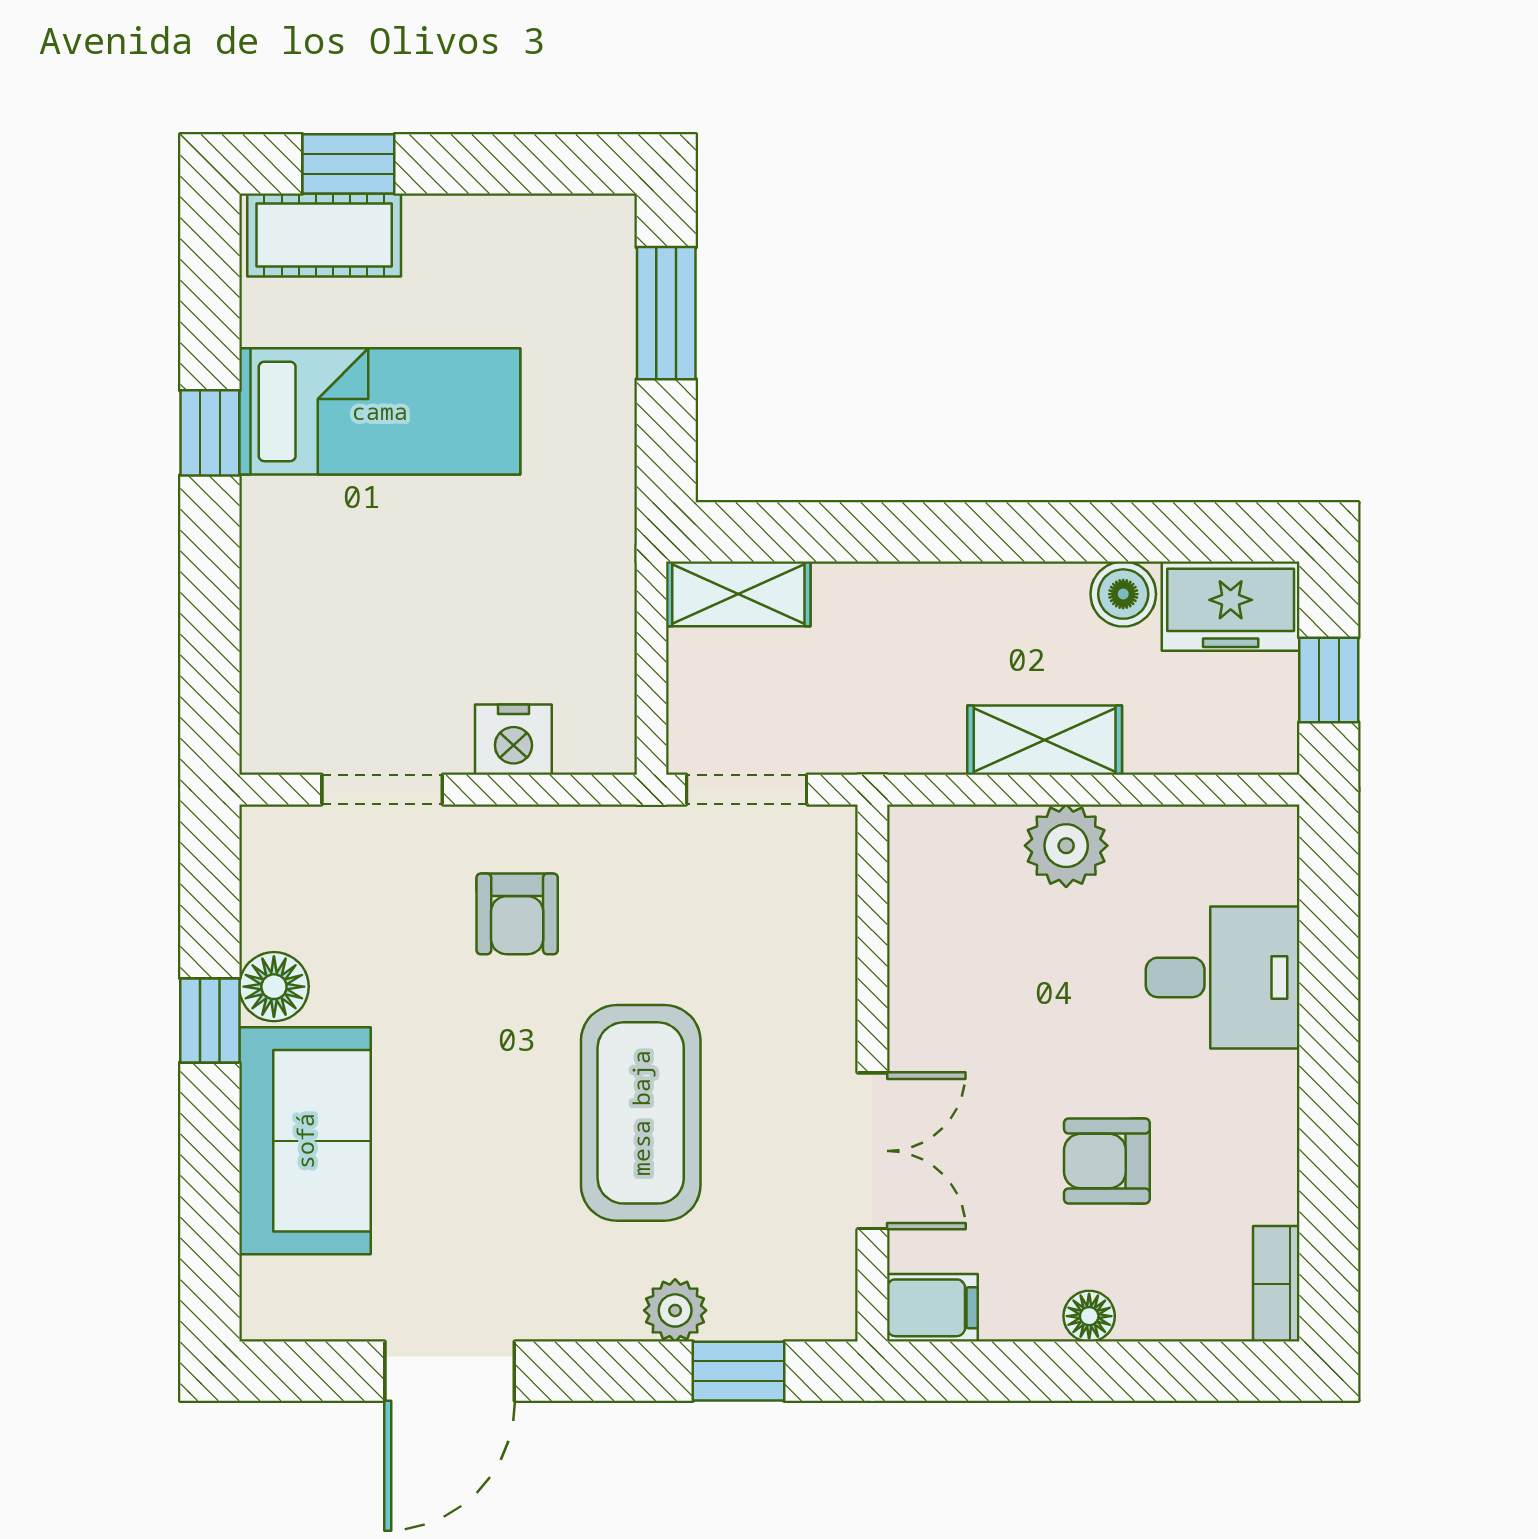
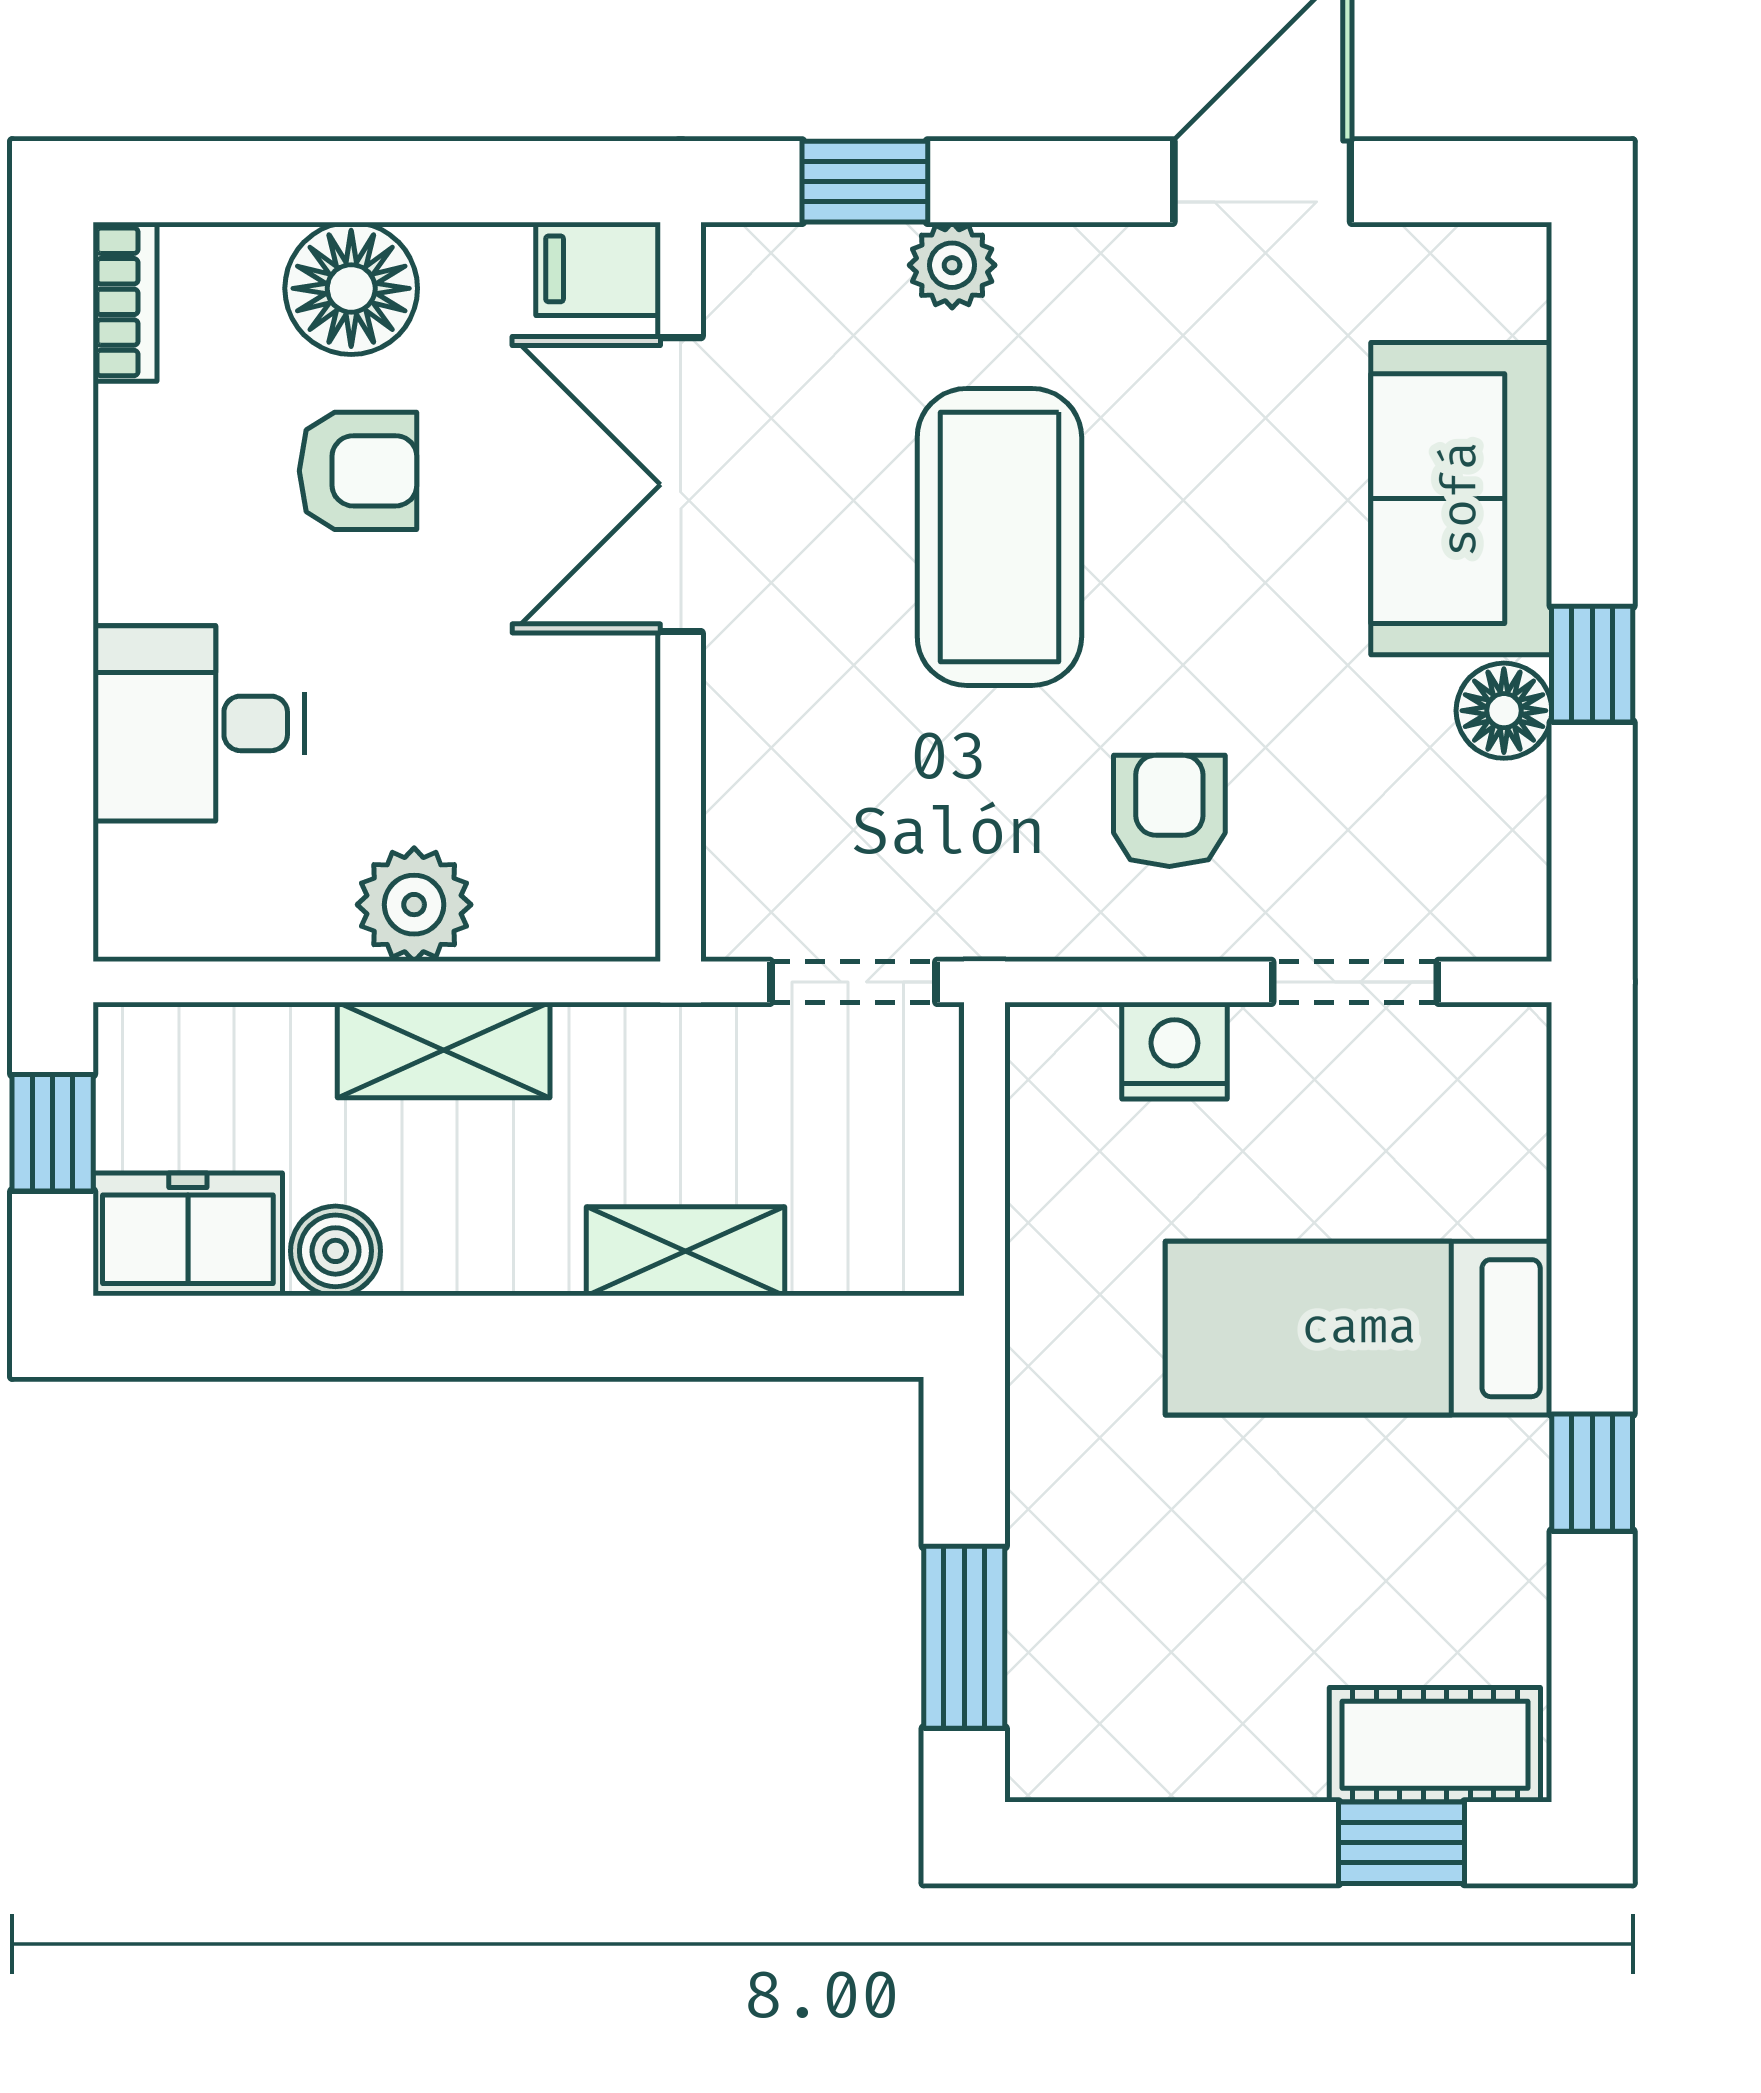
bed: (380, 411) -> (1359, 1328), moved
shelving: (738, 594) -> (685, 1251), moved
double door: (872, 1151) -> (681, 485), width x1.37
floor lamp: (1089, 1316) -> (351, 288), width x1.89, depth x1.89

